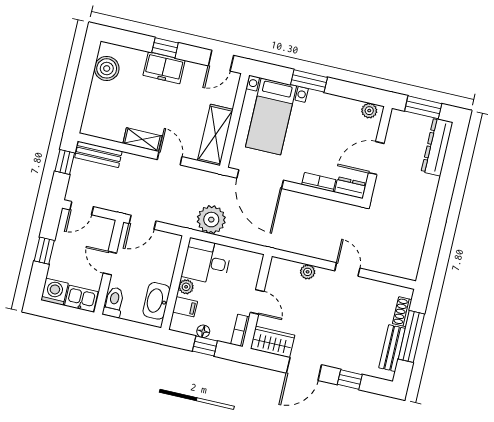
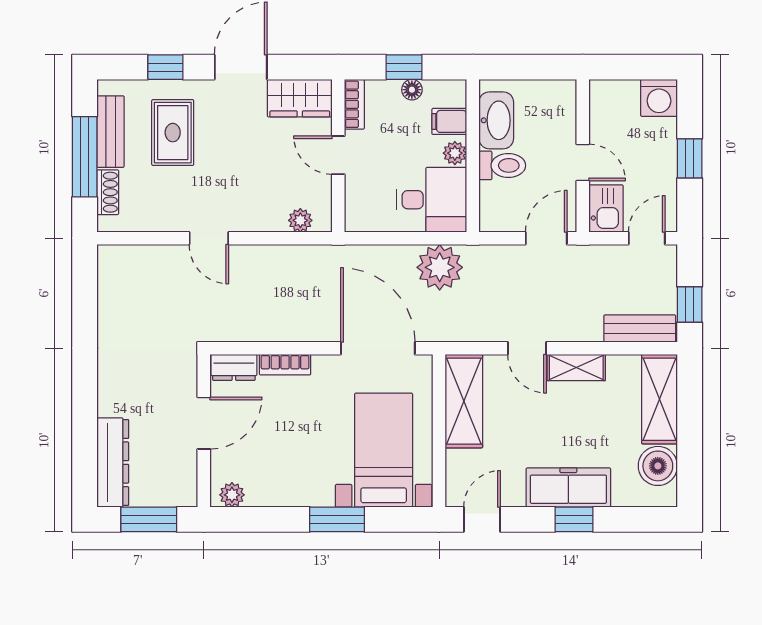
freezer: (164, 68) -> (568, 488), width x1.40
shelving: (96, 109) -> (660, 399), added
plant: (308, 272) -> (300, 220), moved
kitchen sink: (81, 299) -> (606, 209), moved, turned -90
toilet: (114, 302) -> (502, 165), moved, turned -90
rug: (354, 339) -> (173, 133), added

